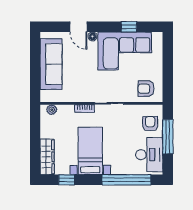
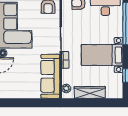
sofa: (51, 64) -> (50, 76), moved, turned -90
wardrobe: (47, 157) -> (90, 92), moved

